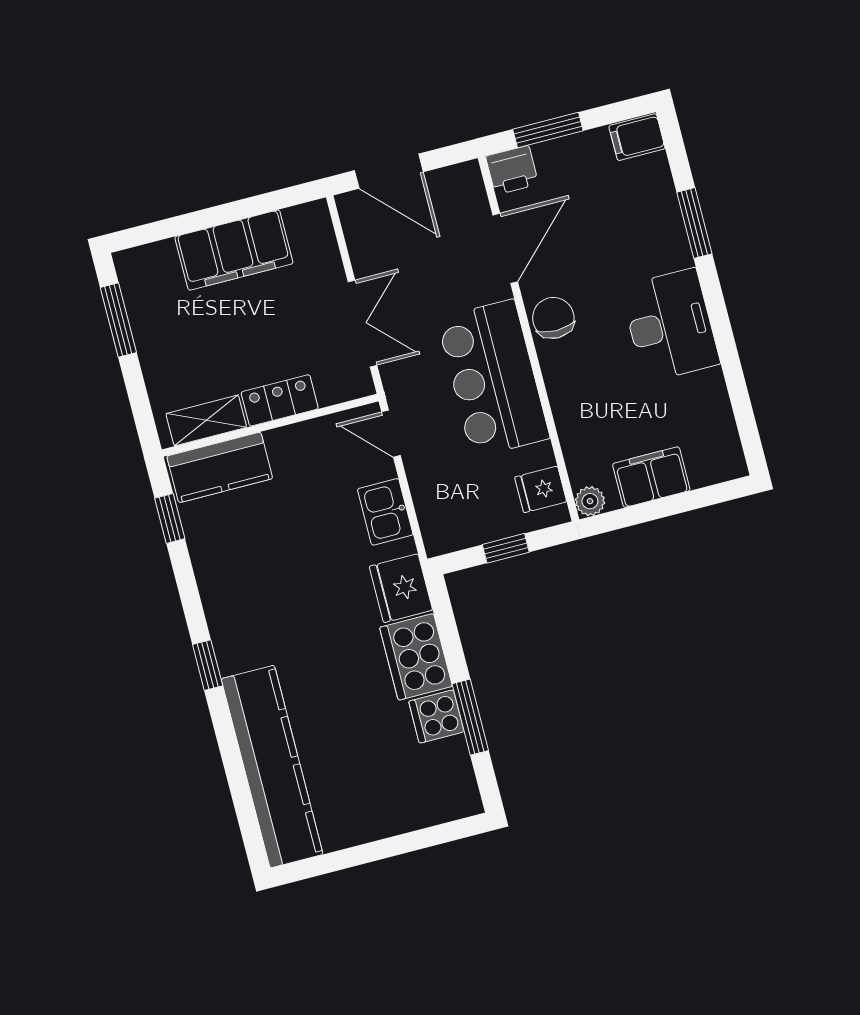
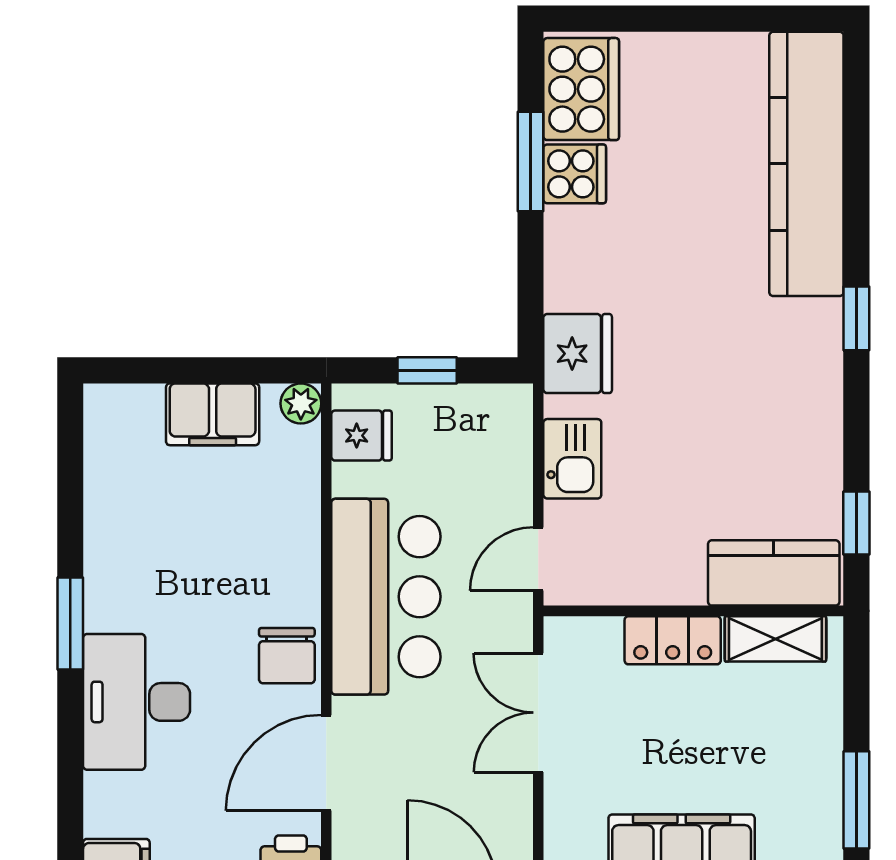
window: (694, 223) -> (70, 624), moved
desk: (670, 325) -> (137, 702), moved
door: (391, 434) -> (538, 559), swing flipped
cooker: (416, 657) -> (581, 89), moved

